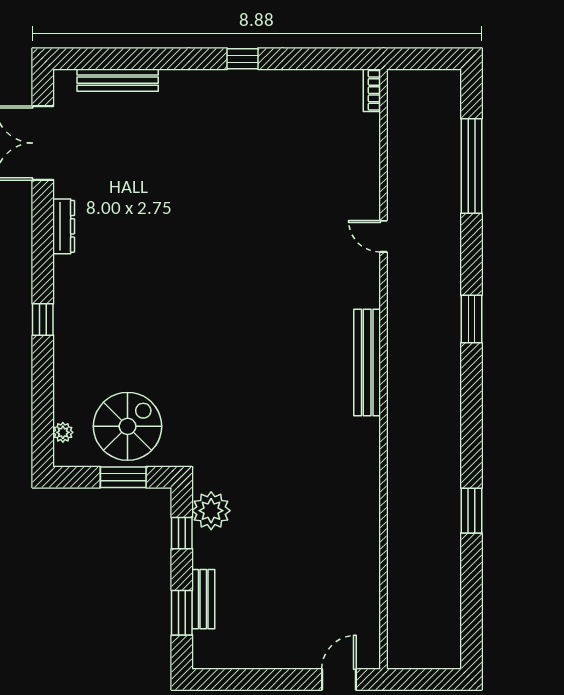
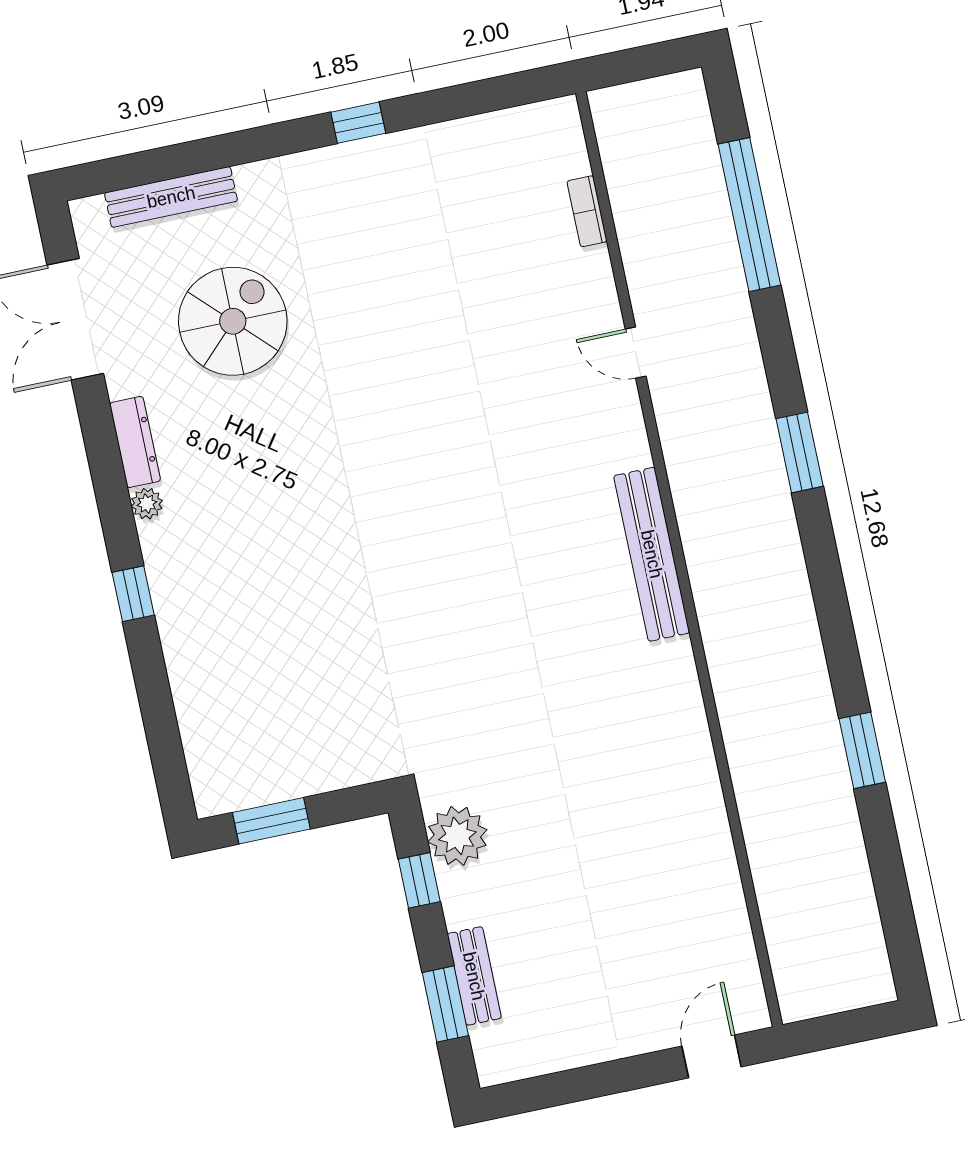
bookcase: (372, 90) -> (587, 211), moved
spiral stairs: (128, 426) -> (233, 321), moved
plant: (63, 432) -> (147, 504), moved
window: (123, 477) -> (271, 821), moved

